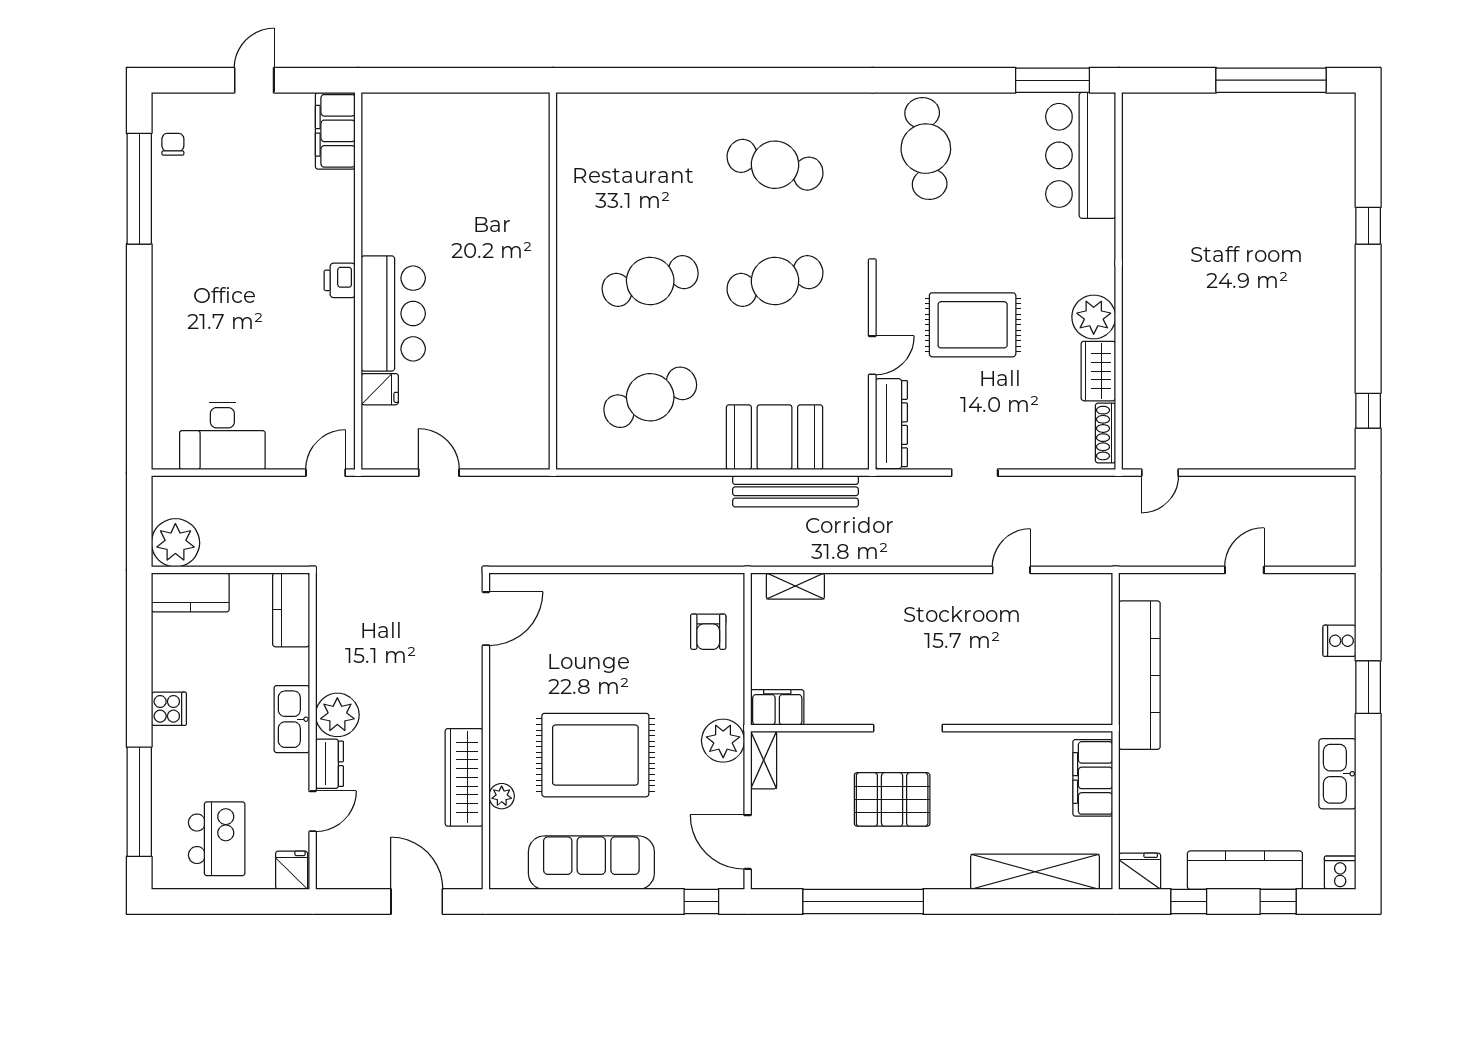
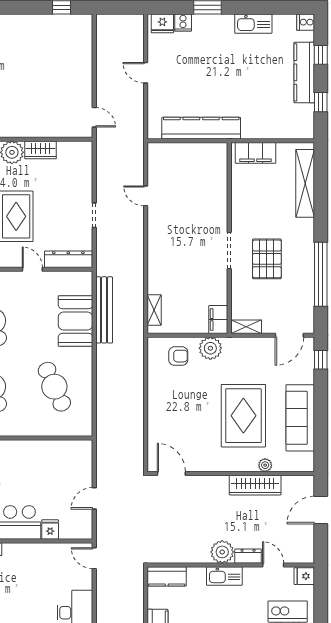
shoe rack: (1105, 433) -> (73, 146), removed
plant: (723, 741) -> (210, 348), moved
fridge: (1140, 871) -> (162, 23), moved, turned -90

